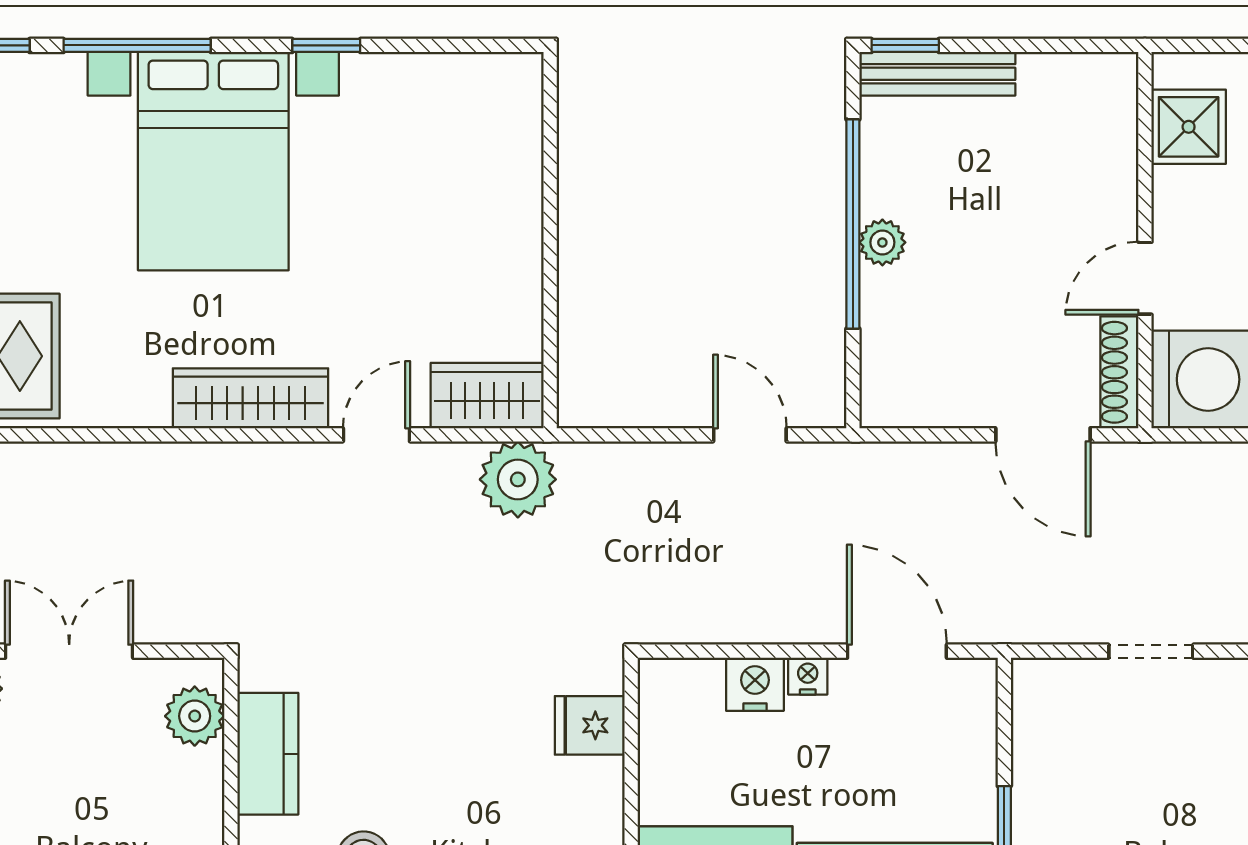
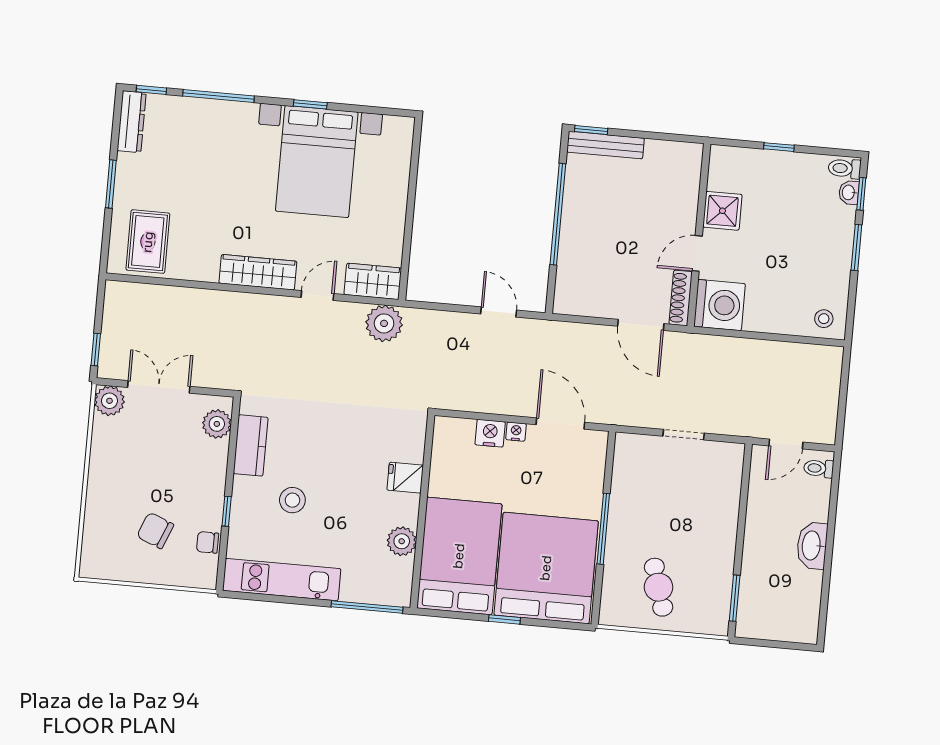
shower: (1189, 127) -> (722, 211), moved
bed with nightstands: (213, 161) -> (317, 162), moved
plant: (882, 242) -> (571, 225), removed
fridge: (590, 725) -> (405, 478), moved

